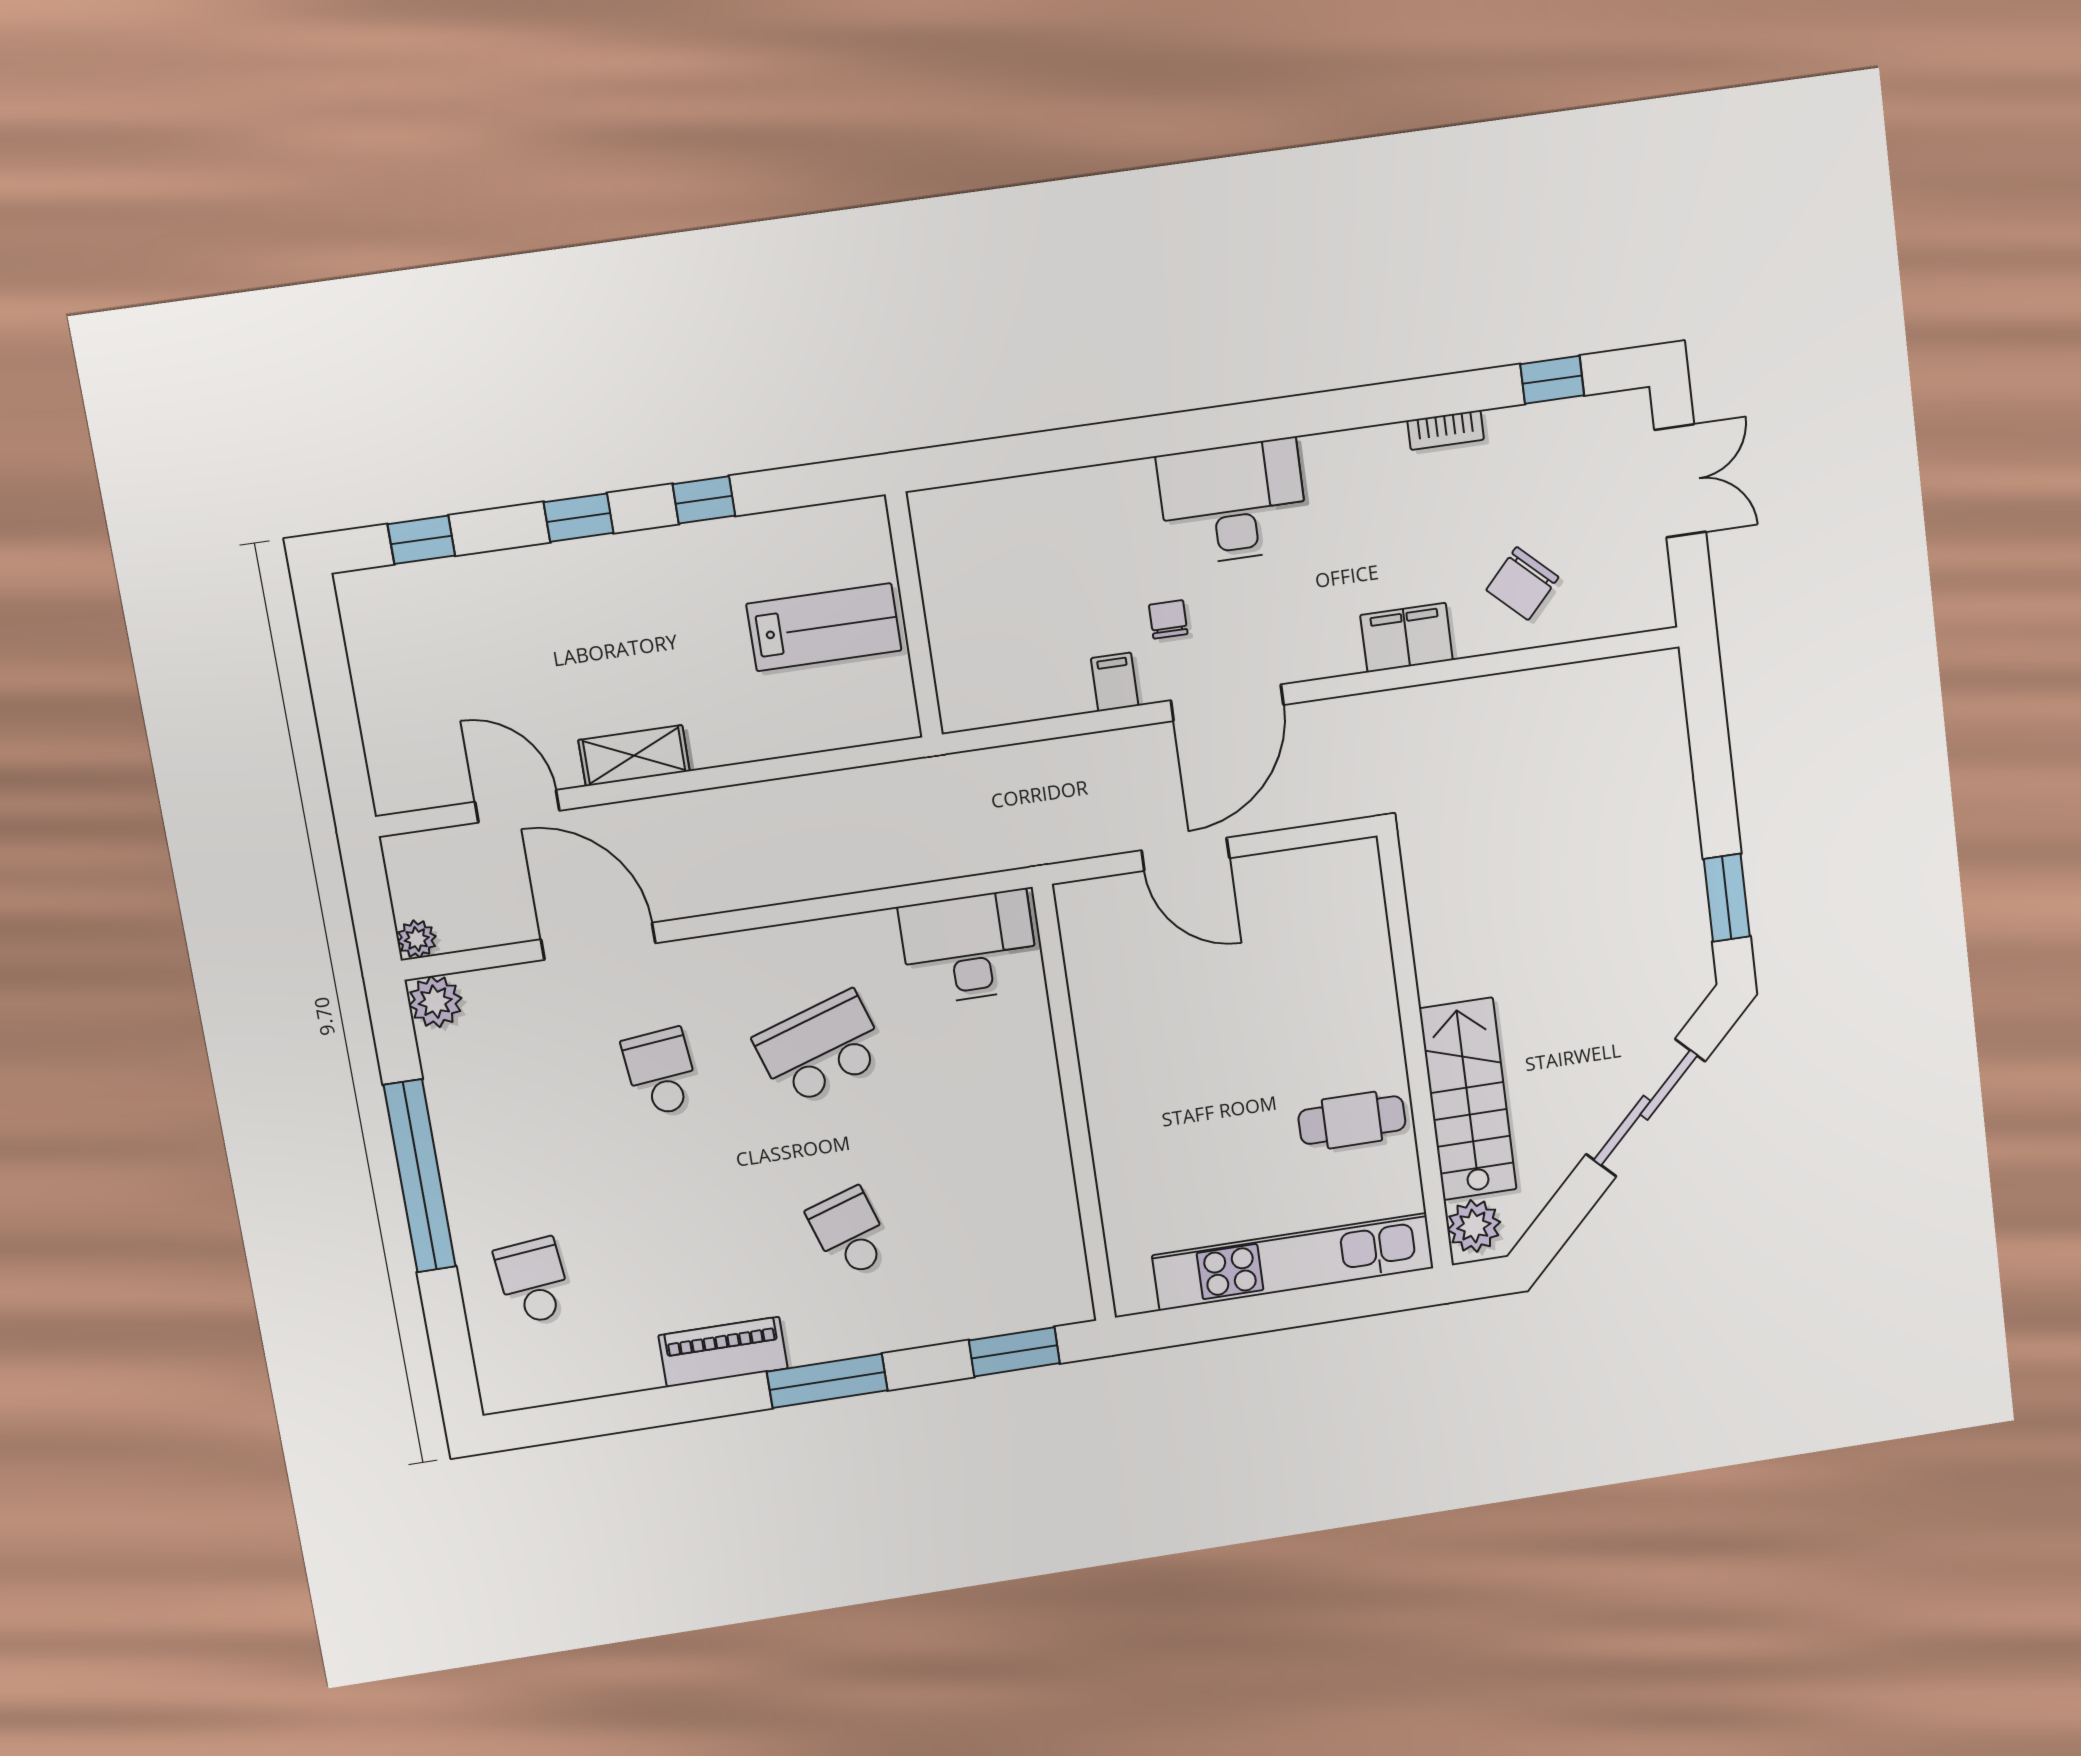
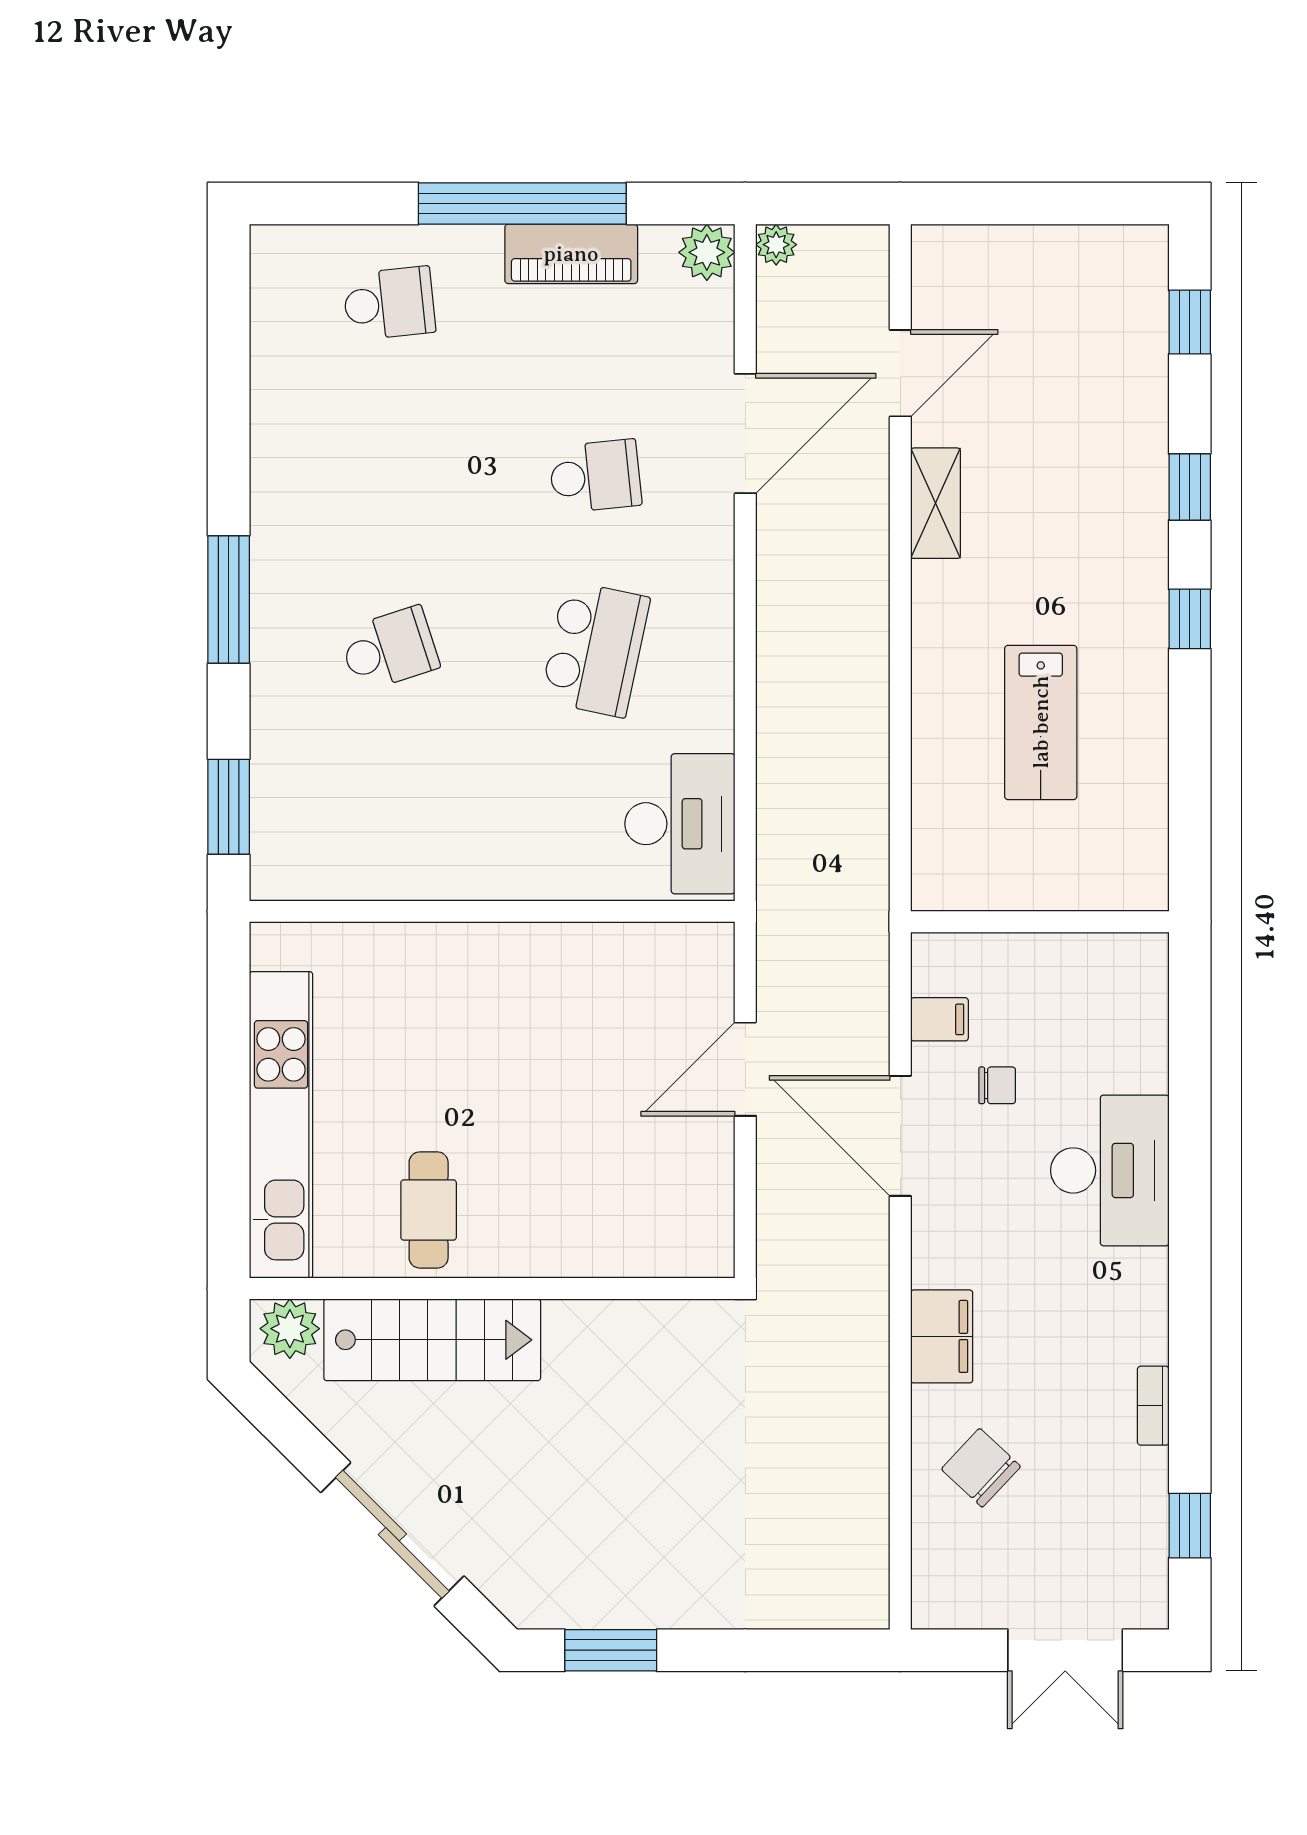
wall: (914, 615) -> (1040, 922), moved
school desk: (820, 1048) -> (595, 649), turned 30
piano: (723, 1352) -> (571, 254), moved, turned 90

